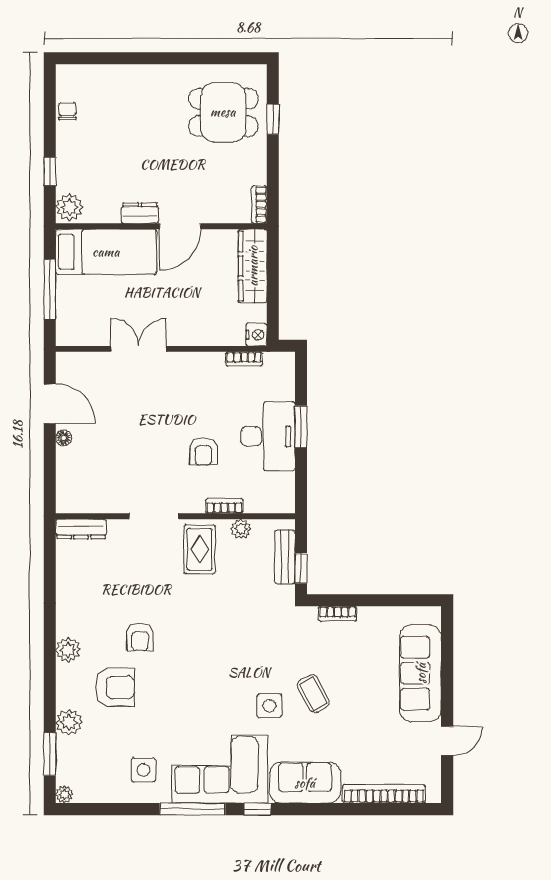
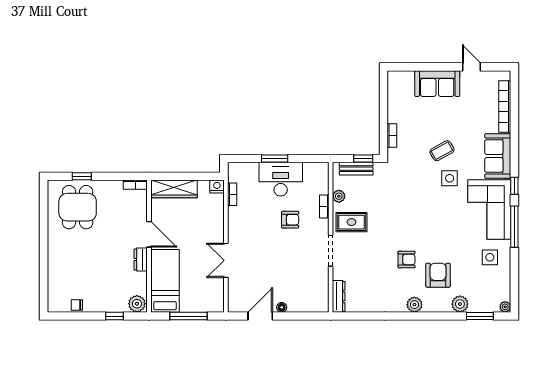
sofa: (421, 673) -> (437, 84), width x0.73

